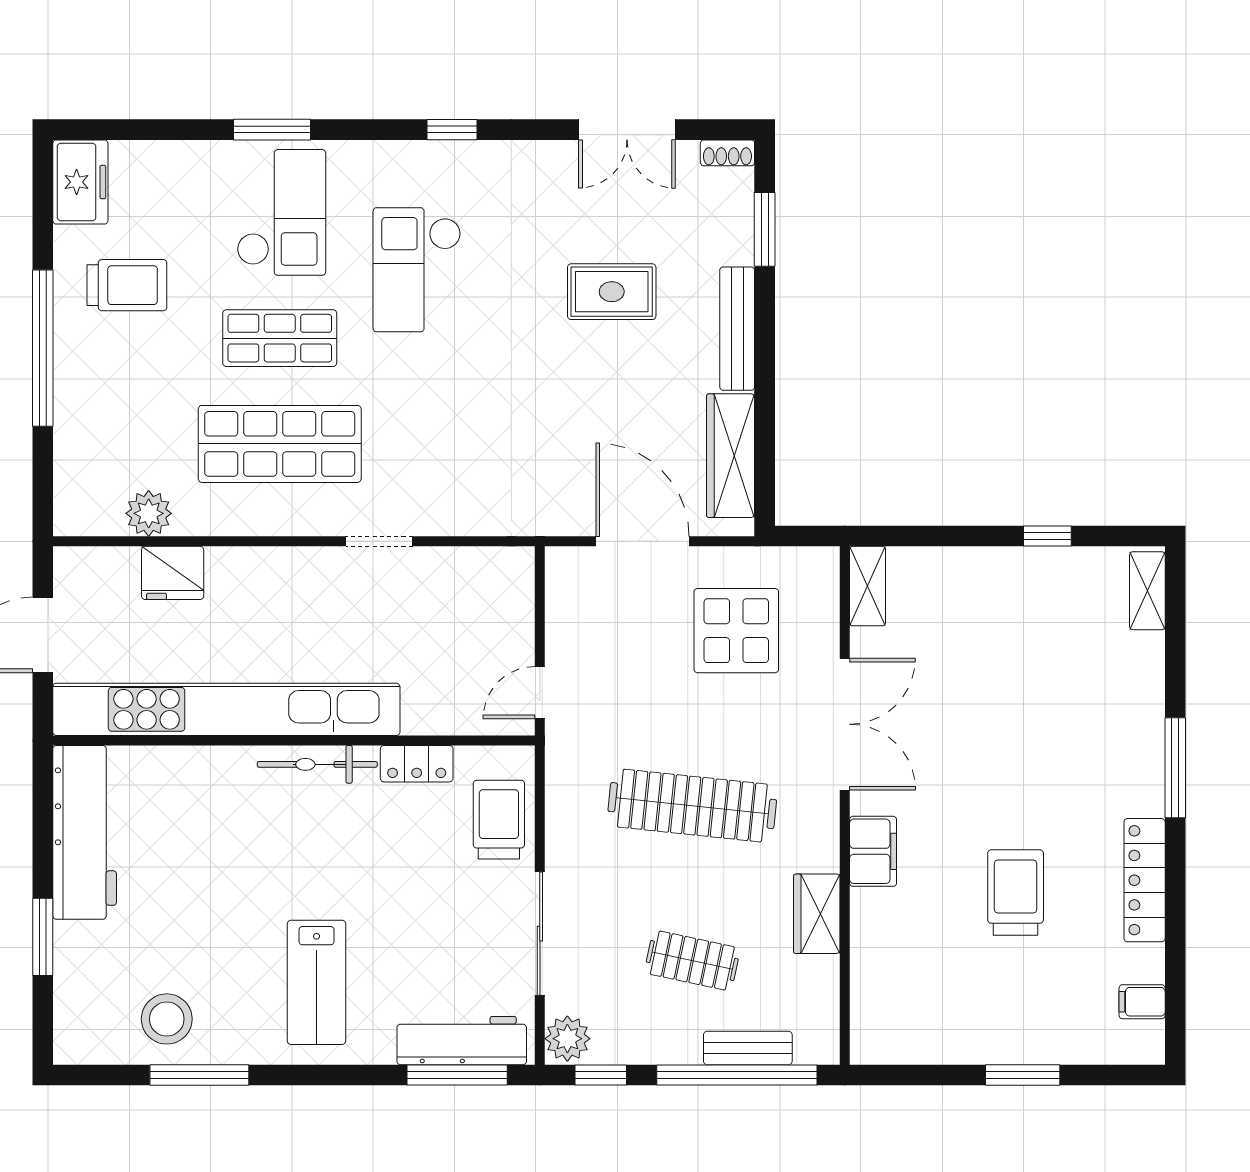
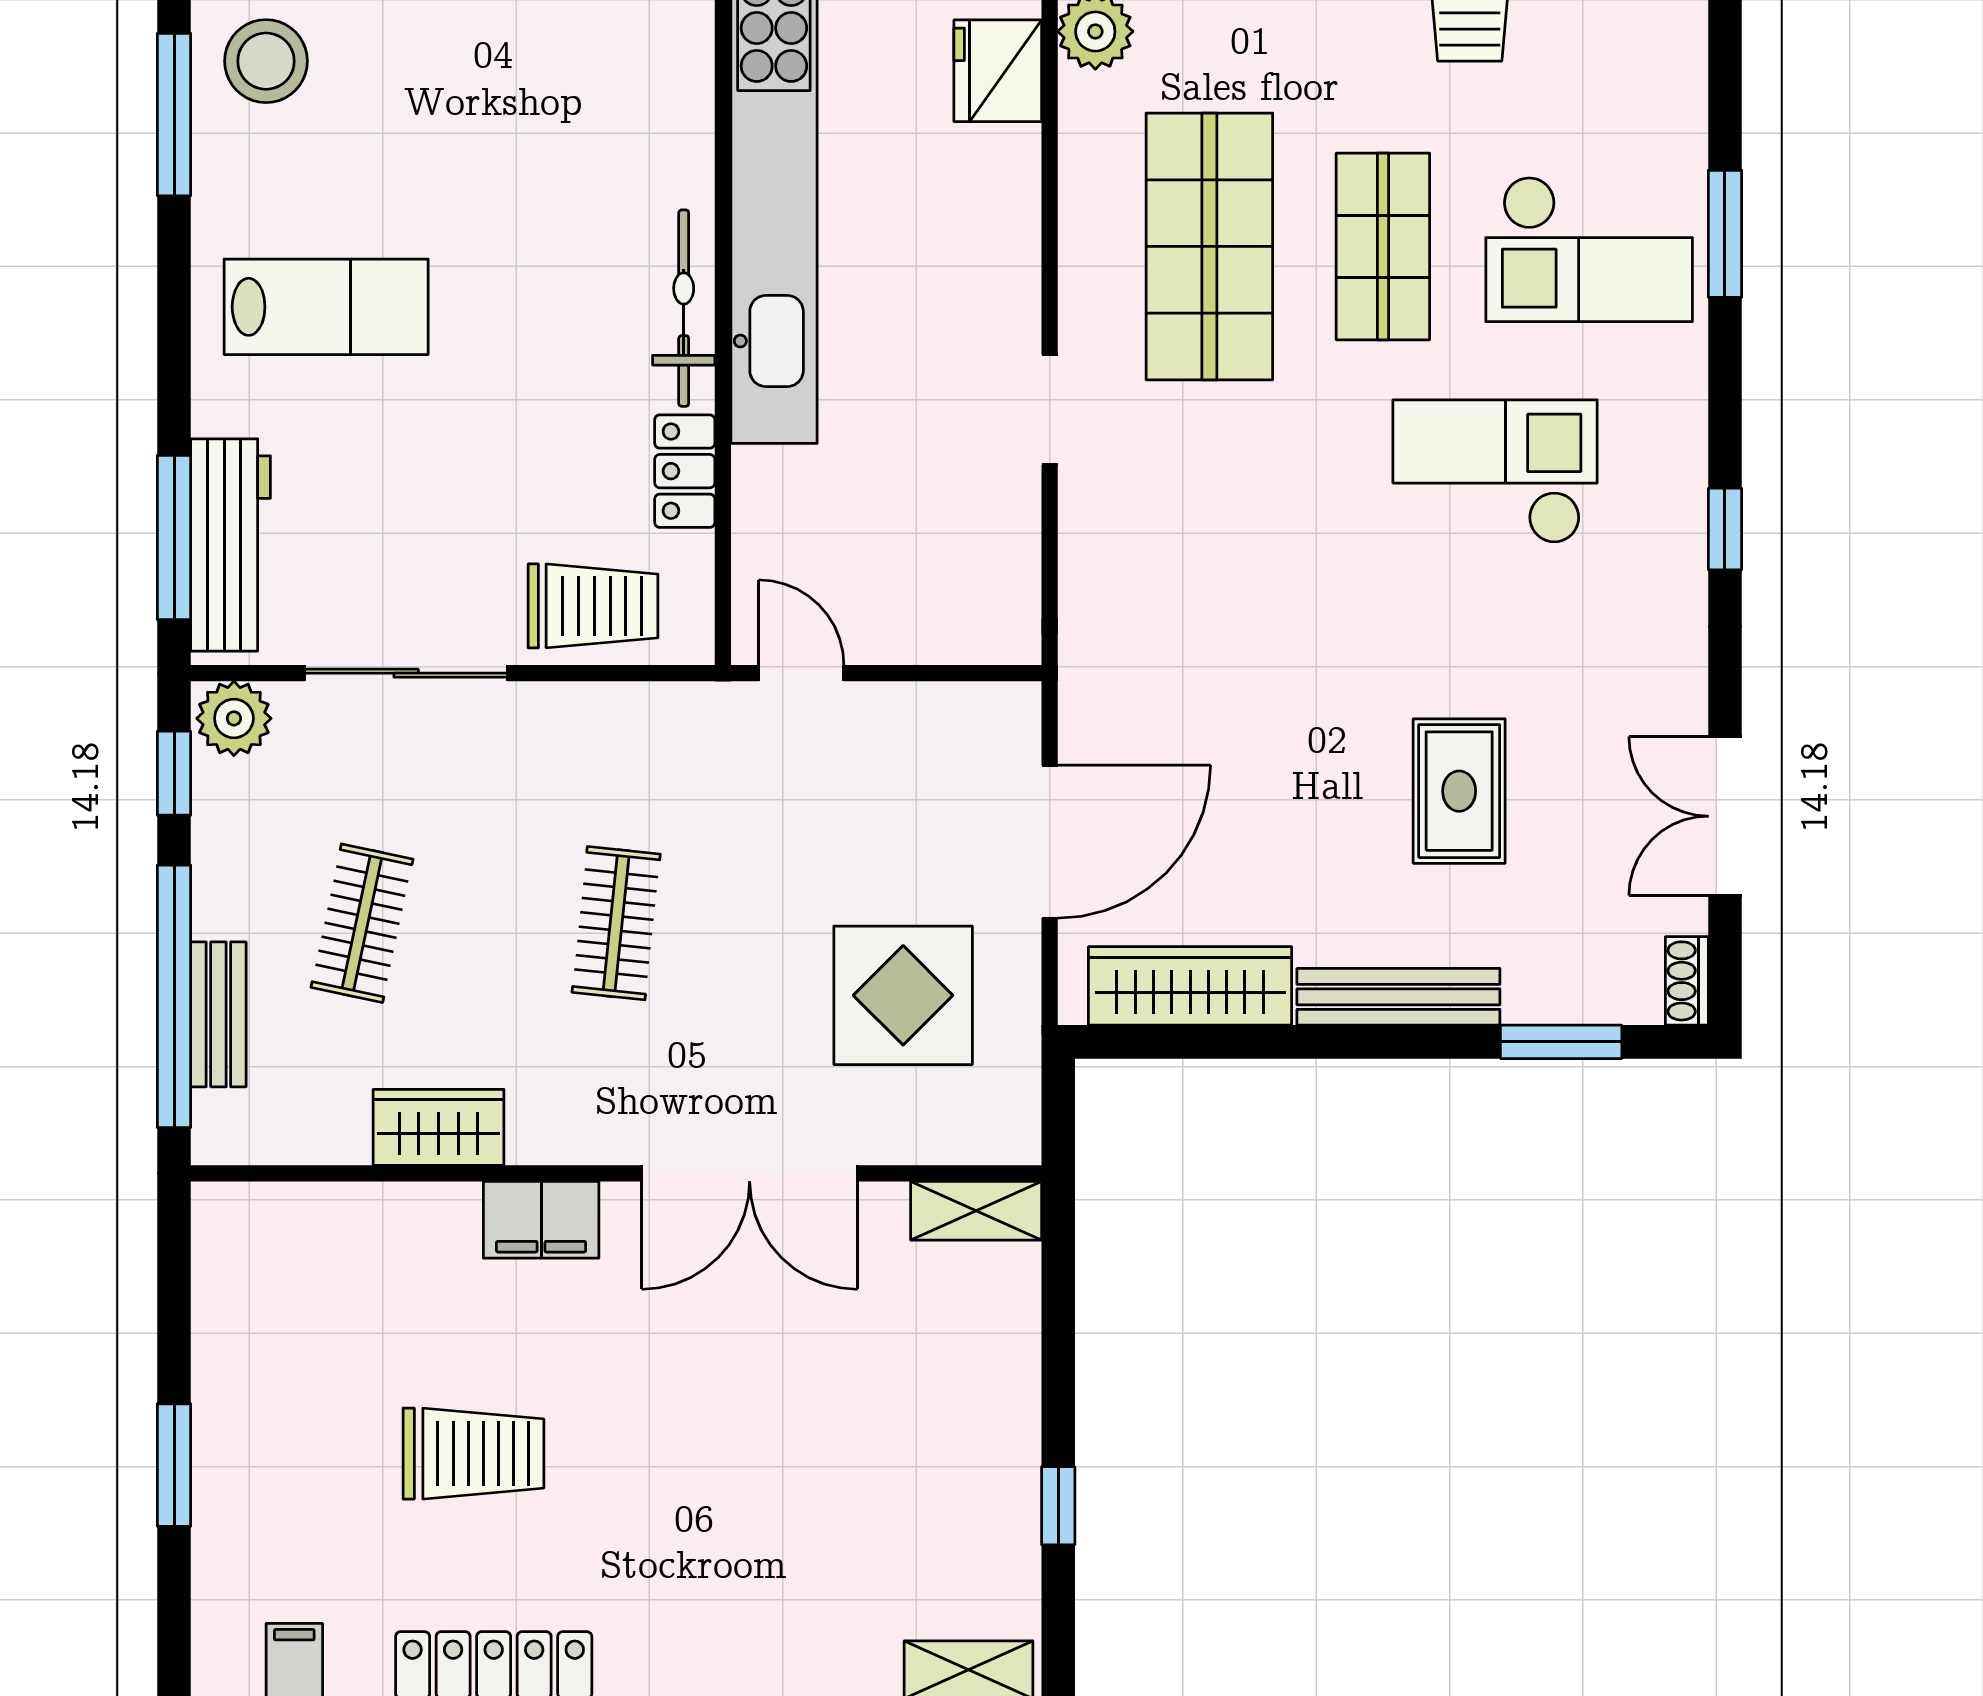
clothes rail: (692, 806) -> (616, 923), width x0.54, depth x0.76
lab bench: (317, 982) -> (326, 307), turned 180

